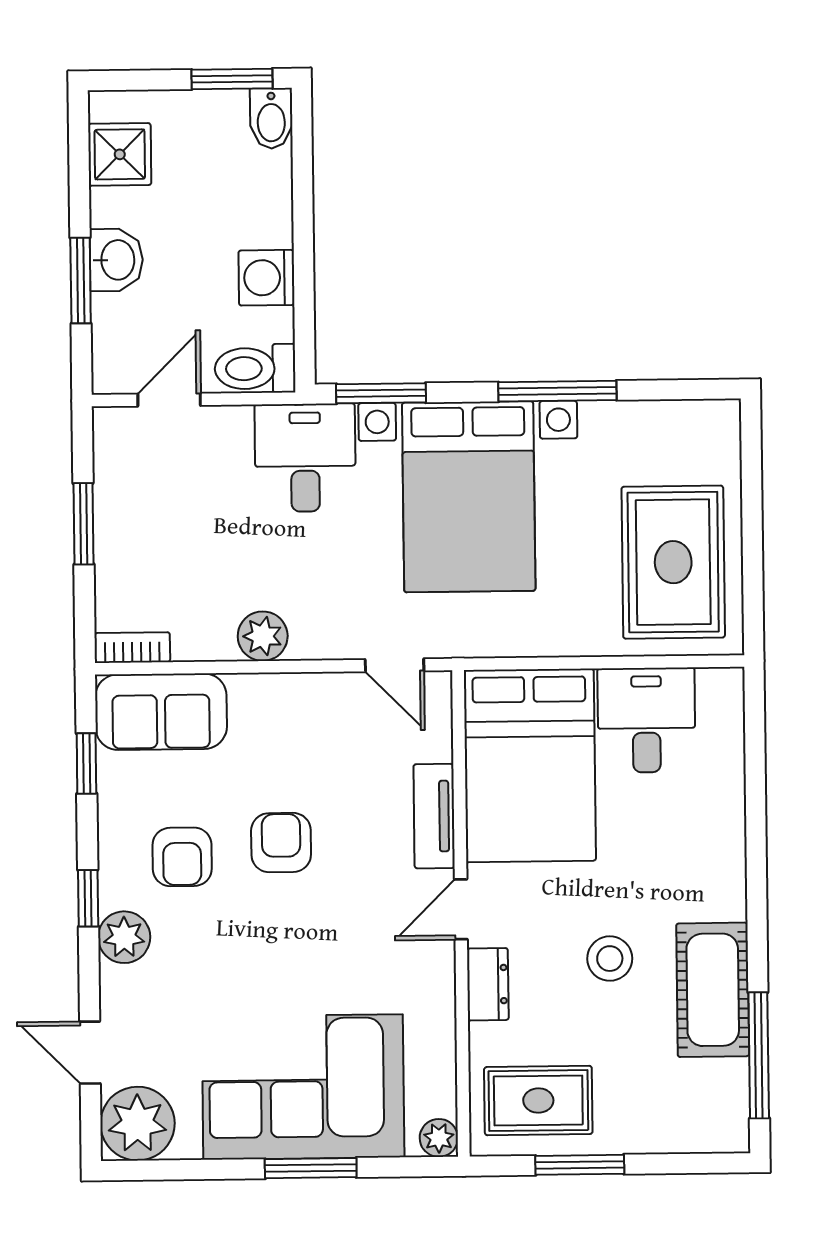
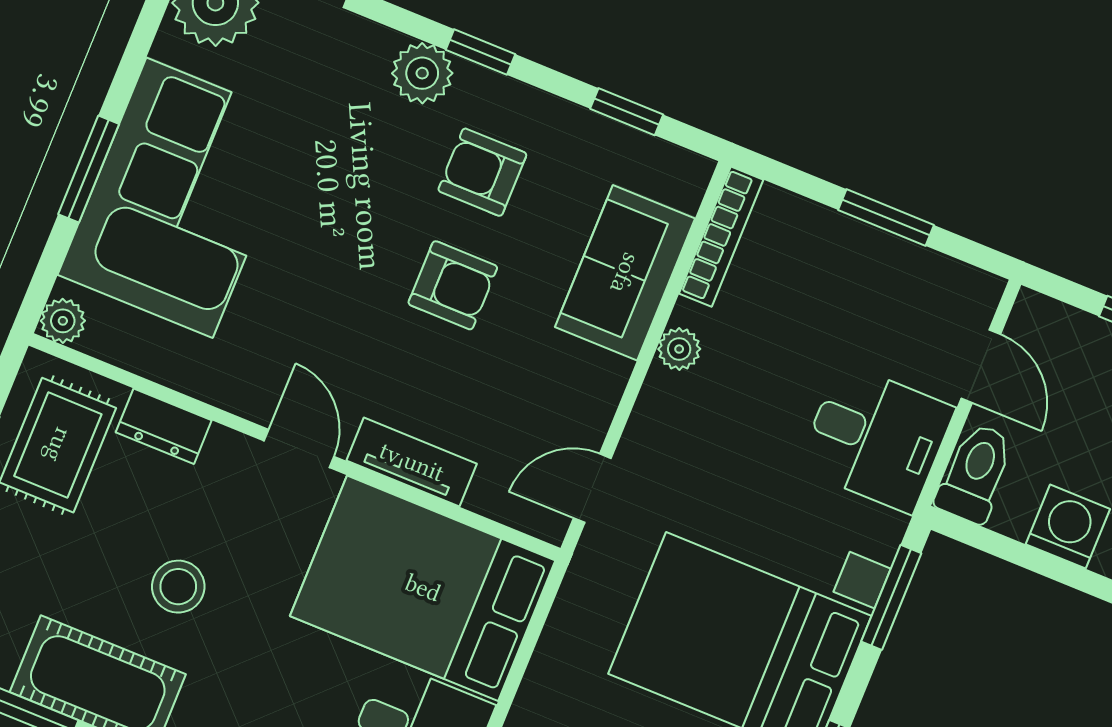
desk: (305, 458) -> (876, 438), moved
plant: (263, 636) -> (679, 349), width x0.73, depth x0.73
bookcase: (132, 648) -> (721, 237), width x1.56
sofa: (161, 712) -> (625, 273), moved
dresser: (488, 984) -> (164, 426), moved

